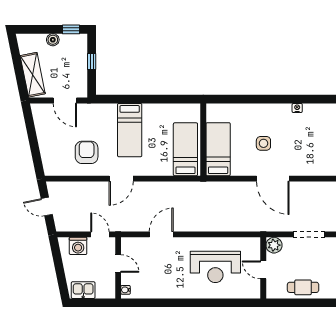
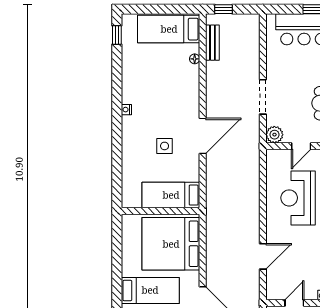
bed: (185, 149) -> (171, 244), width x2.04
door: (161, 234) -> (263, 256), swing flipped
reception desk: (215, 267) -> (298, 198), turned 180

